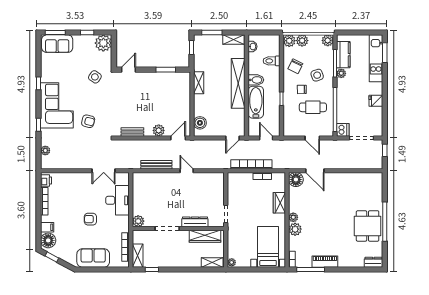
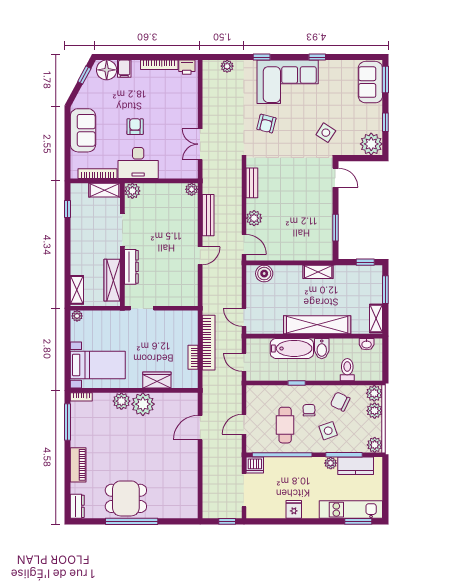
door: (266, 138) -> (244, 362), swing flipped
plant: (137, 177) -> (192, 189), added
floor lamp: (296, 180) -> (188, 402), removed
desk: (117, 200) -> (138, 163), moved
plant: (293, 217) -> (143, 404), width x1.87, depth x1.87
shelving: (138, 256) -> (105, 190), moved
piano: (325, 262) -> (78, 465), moved

